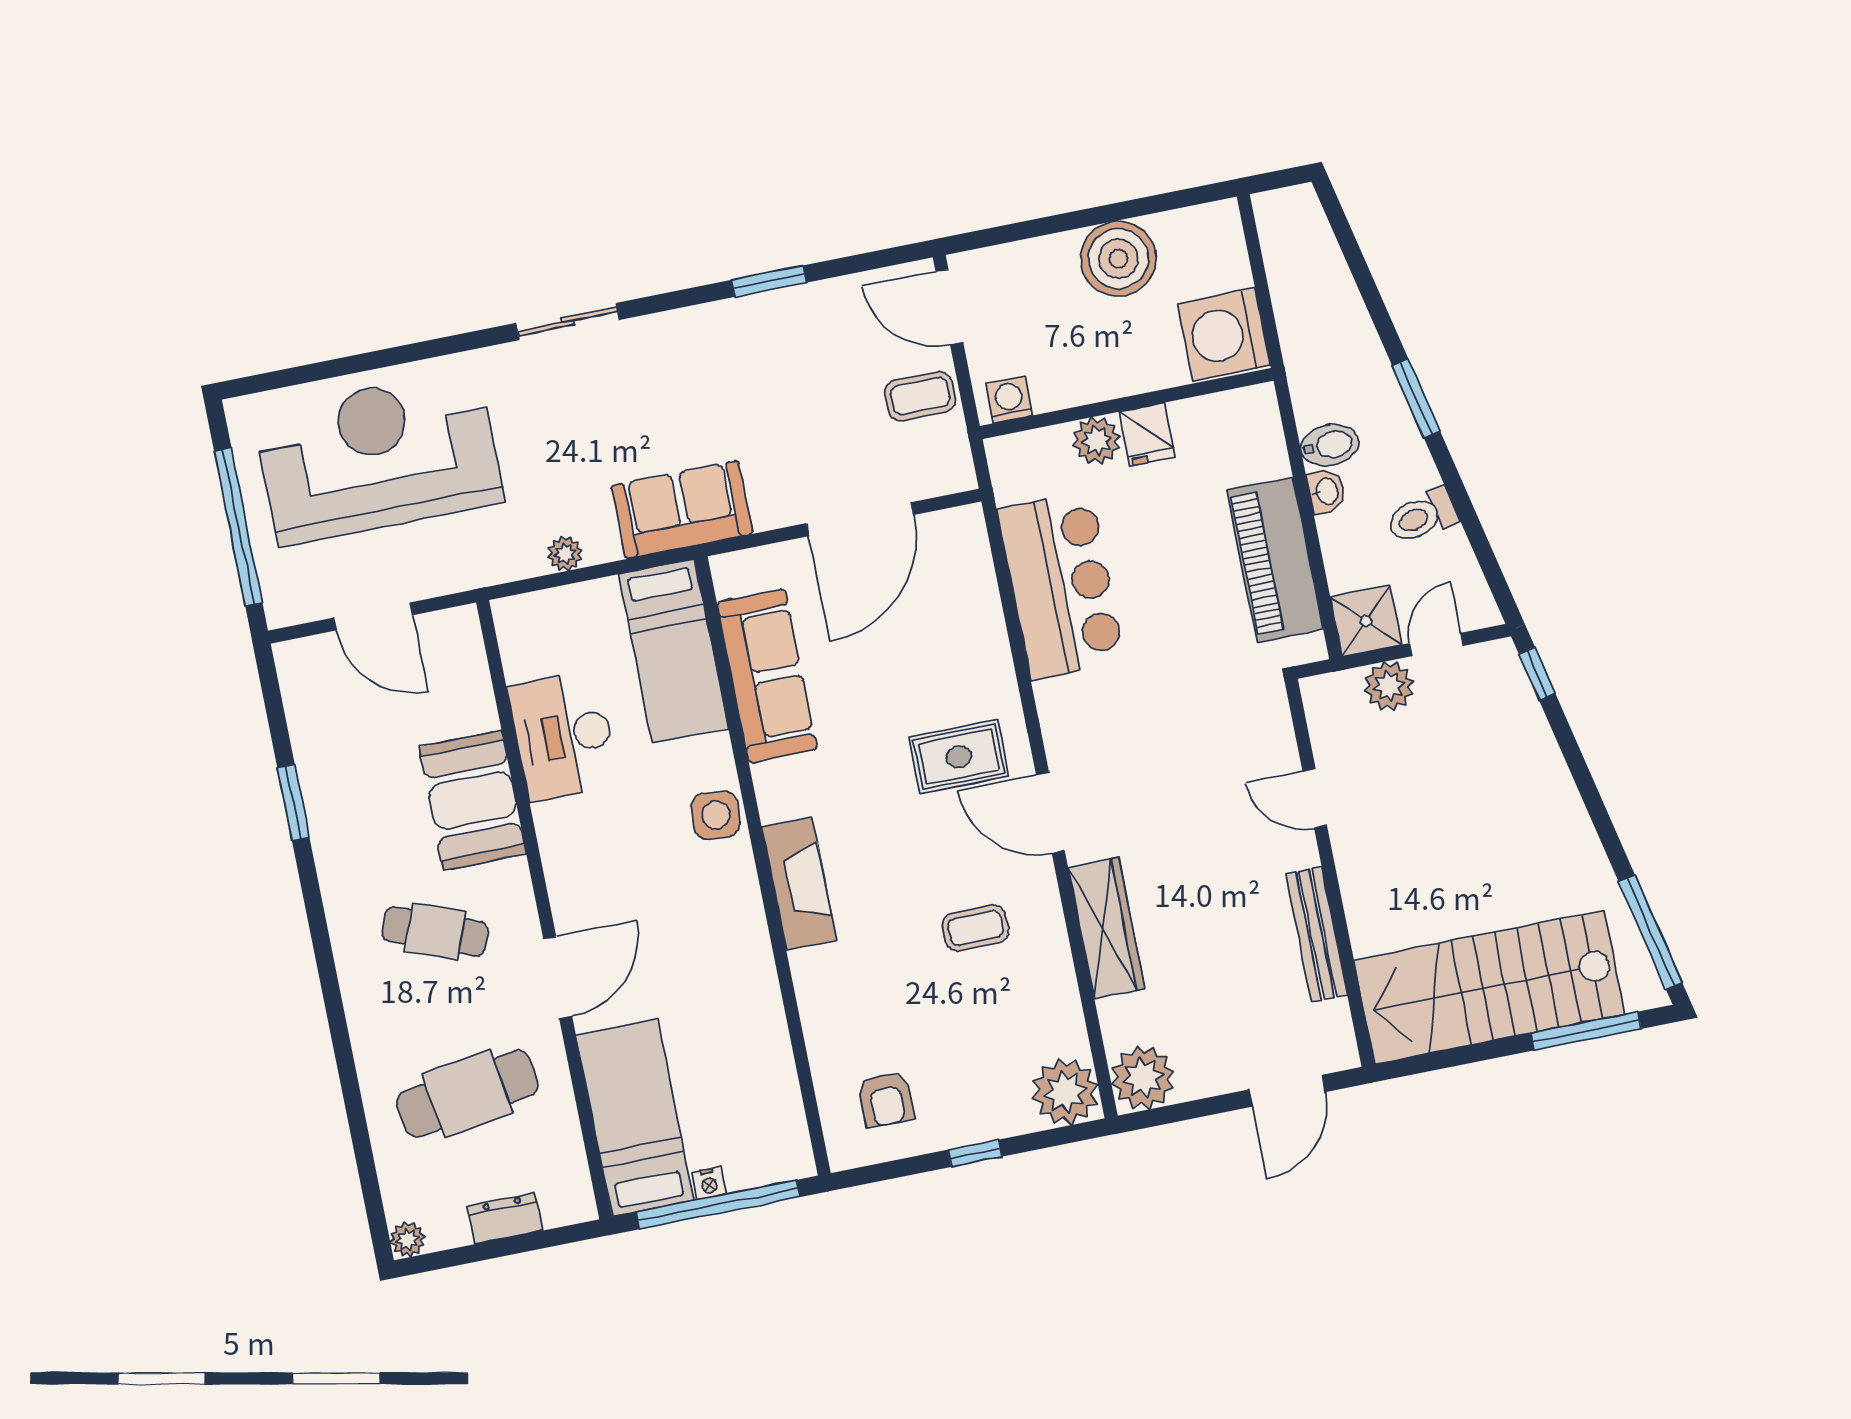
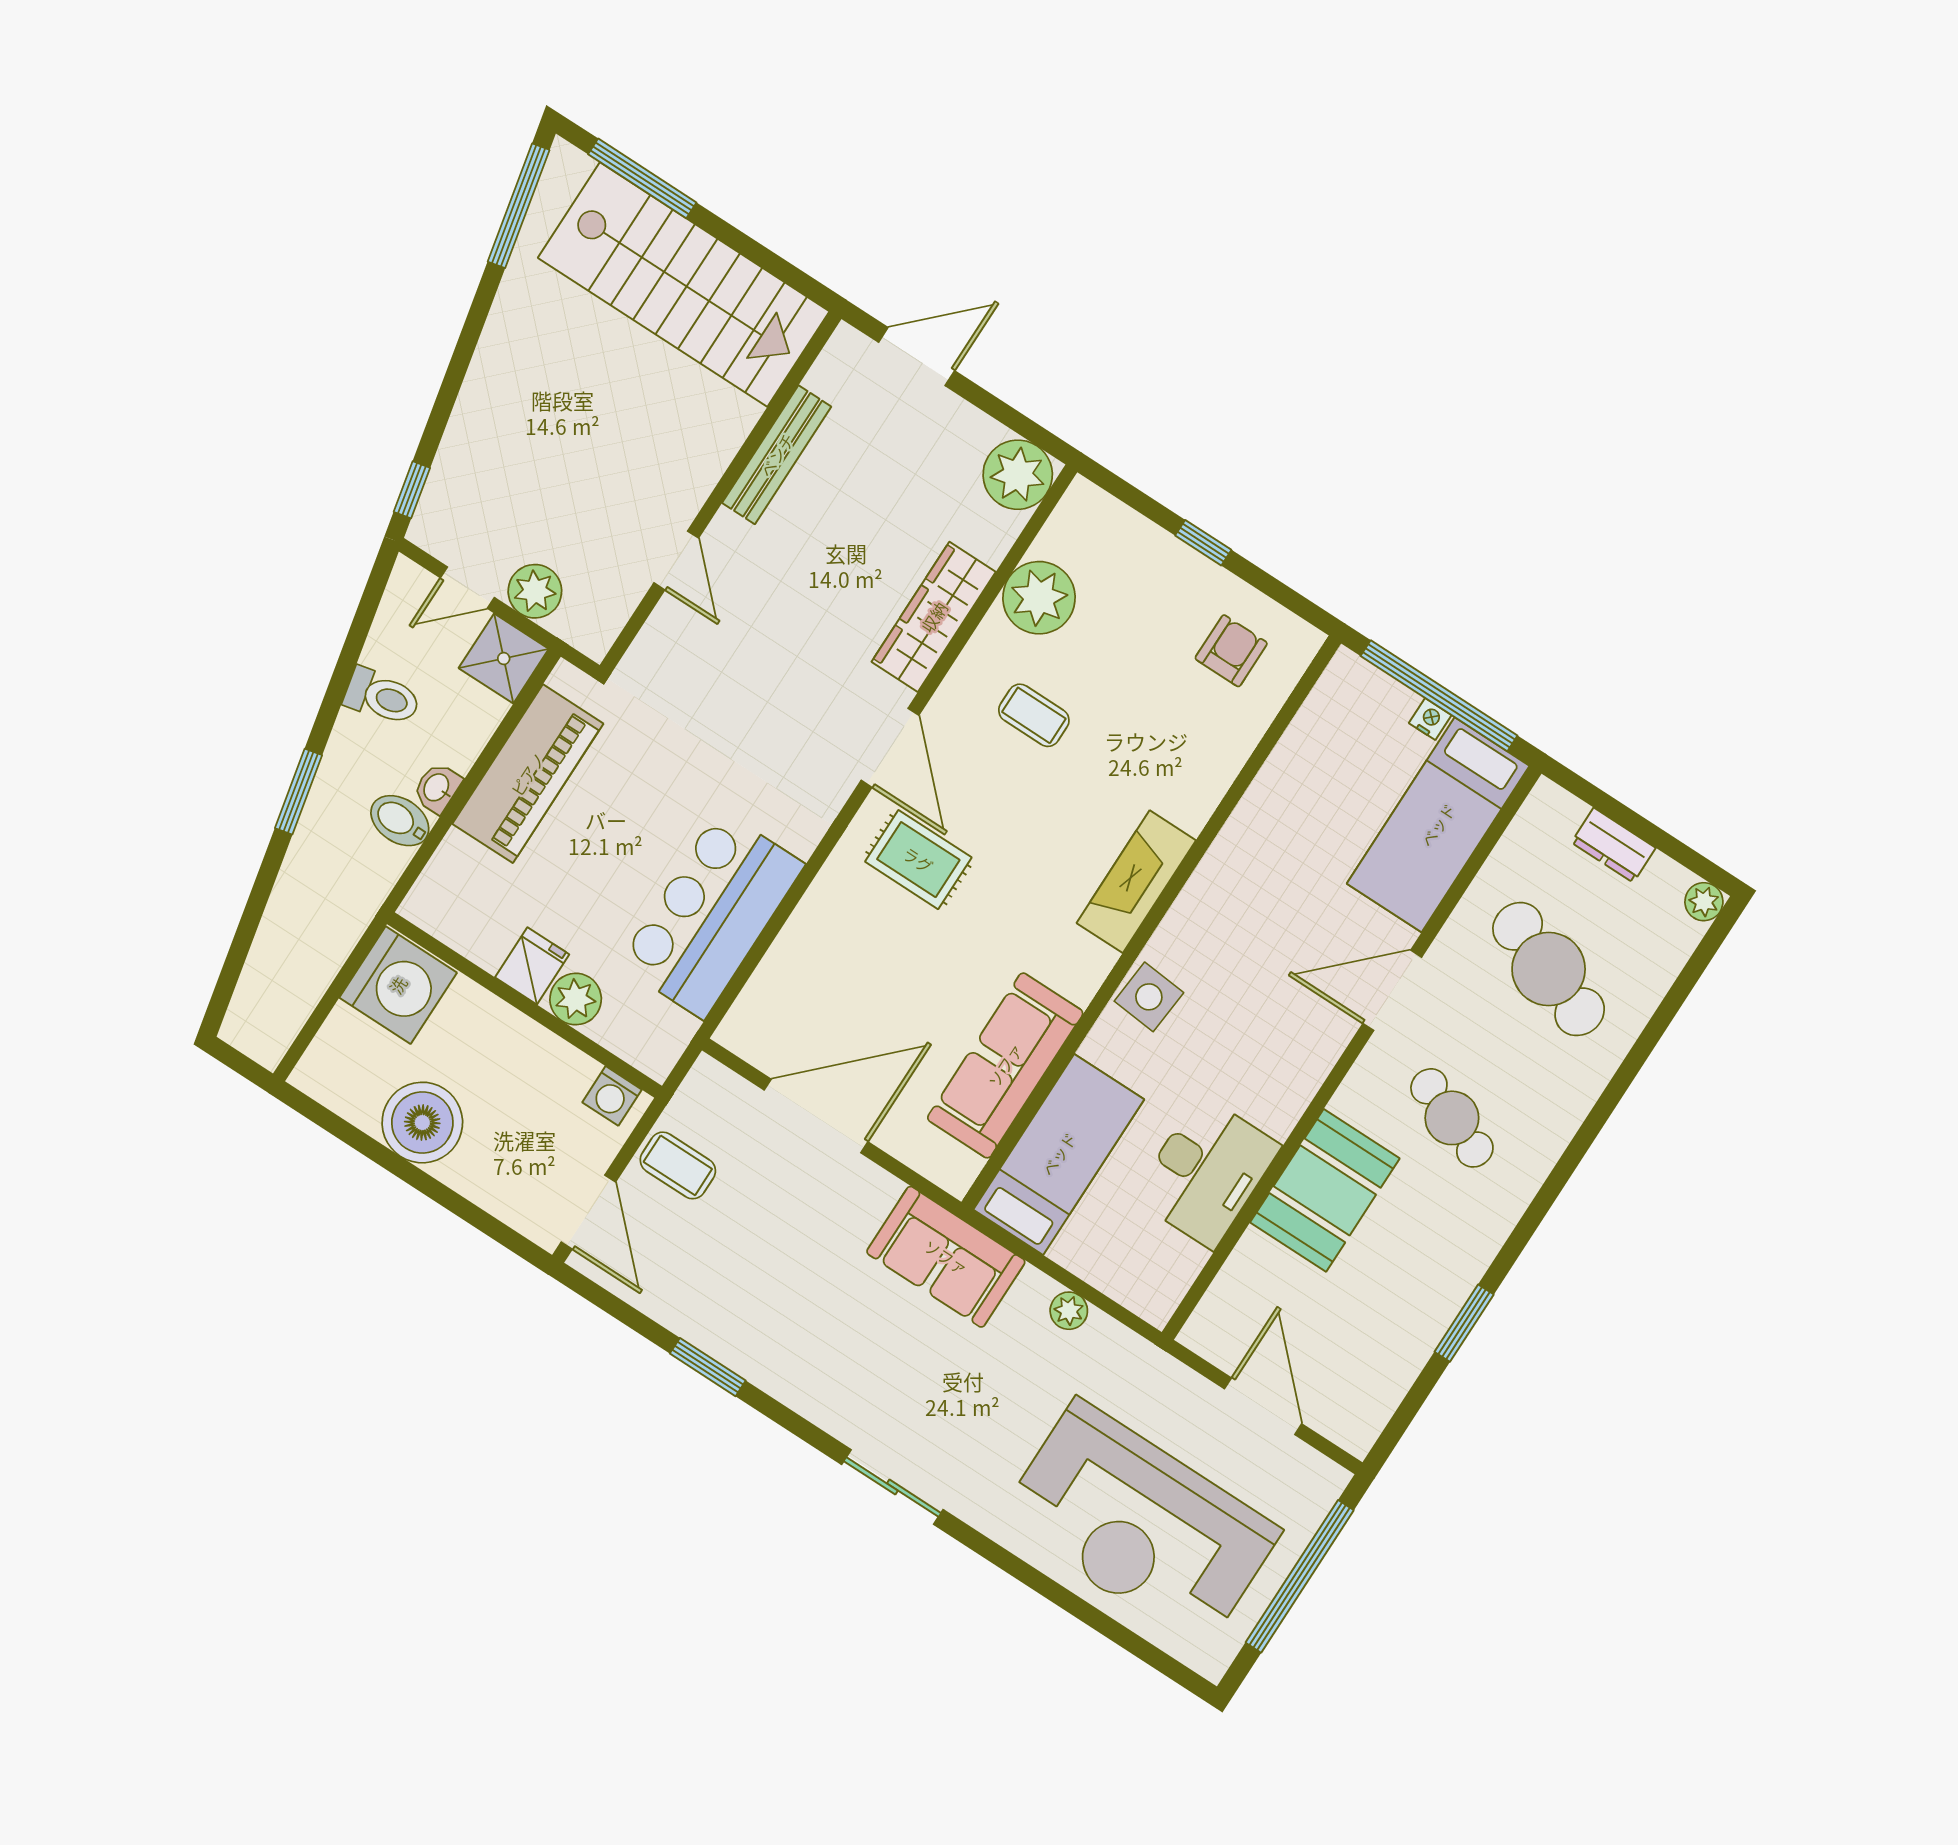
plant: (1065, 1092) -> (1039, 598), moved
cafe table: (467, 1094) -> (1549, 969), turned 30

